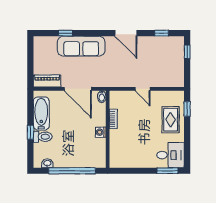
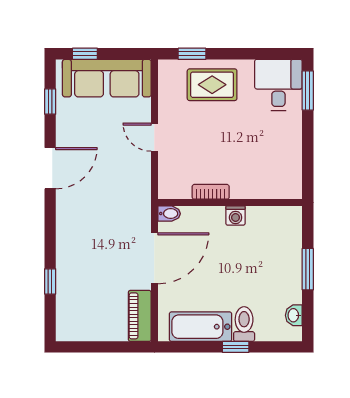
sofa: (81, 46) -> (107, 78), moved, turned 90
door: (143, 89) -> (154, 137), swing flipped
window: (72, 171) -> (308, 269), width x0.47

